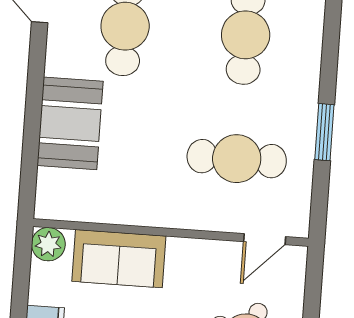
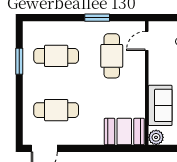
booth: (70, 123) -> (124, 132), moved
door: (265, 239) -> (147, 41), swing flipped

